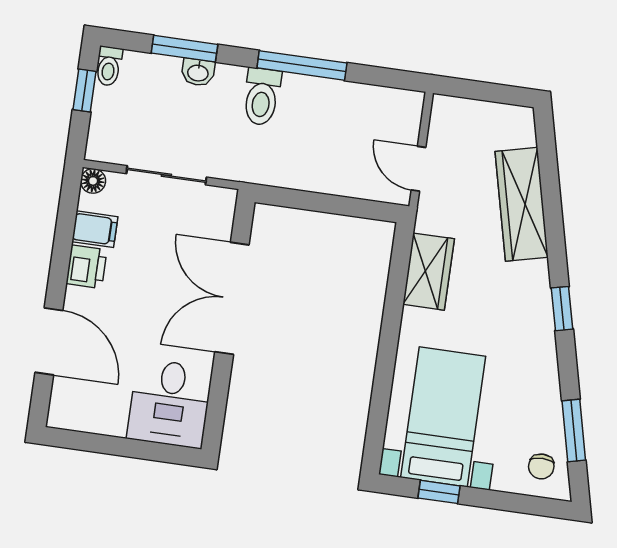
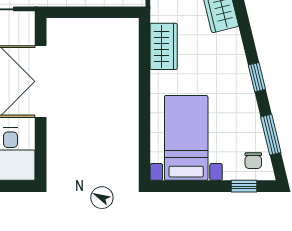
window: (562, 309) -> (257, 77), moved
window: (439, 492) -> (244, 186), moved

